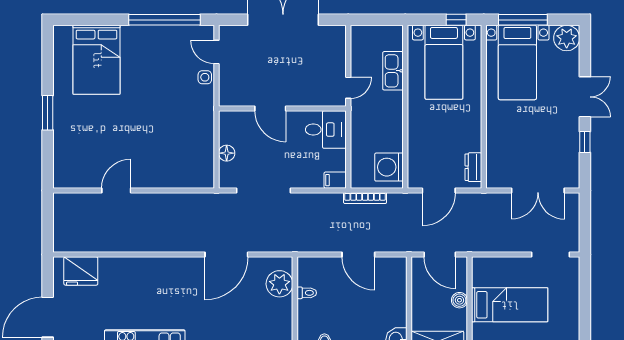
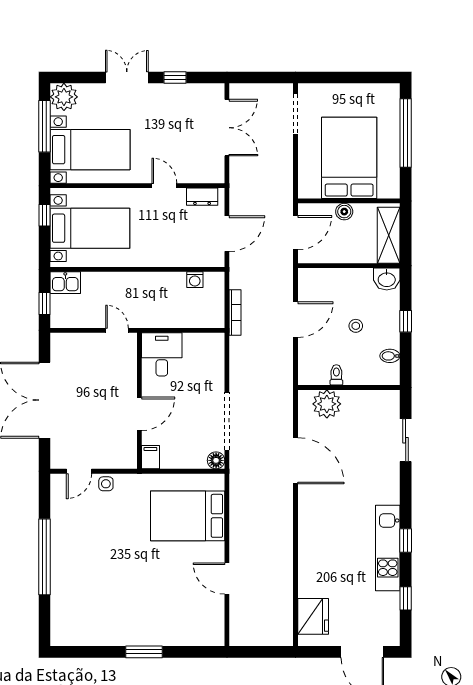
window: (165, 20) -> (45, 557), moved
window: (373, 20) -> (45, 303), added
window: (523, 20) -> (45, 126), moved
bed: (97, 60) -> (188, 516), moved, turned 180
kitchen sink: (393, 71) -> (65, 283), moved, width x0.73
door: (484, 132) -> (164, 186), added
floor lamp: (227, 153) -> (216, 460), moved
washing machine: (389, 167) -> (195, 280), width x0.53, depth x0.53
filing cabinet: (335, 180) -> (150, 457), moved, turned 180
door: (439, 190) -> (227, 234), hinge flipped
bed: (510, 305) -> (349, 158), width x1.50
stool: (353, 311) -> (356, 326), added

